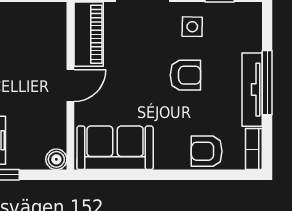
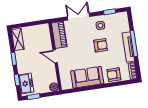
door: (70, 86) -> (55, 57), swing flipped
sofa: (115, 148) -> (87, 77), moved

